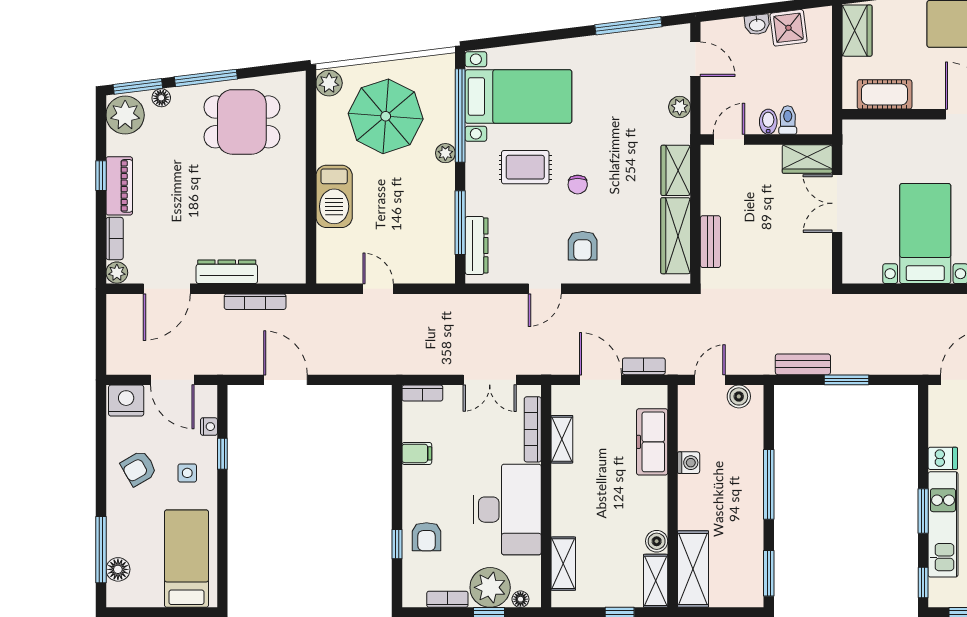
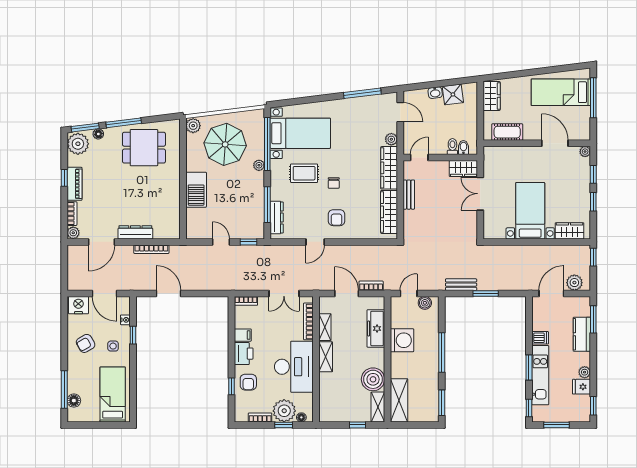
bidet: (768, 122) -> (463, 148), moved
wardrobe: (676, 170) -> (389, 168), width x1.50
bench: (710, 242) -> (409, 195), moved
window: (427, 289) -> (248, 242), added
washing machine: (689, 463) -> (402, 340), width x1.89, depth x1.89
printer: (418, 486) -> (244, 354), added
boiler: (657, 541) -> (373, 379), width x1.86, depth x1.86
shelving: (563, 564) -> (326, 357), moved

